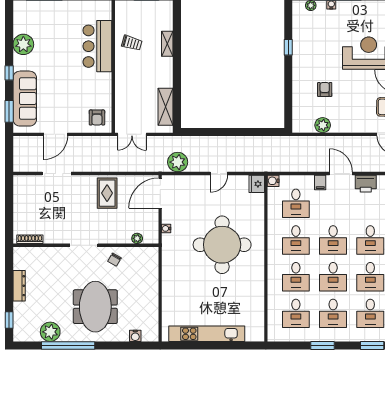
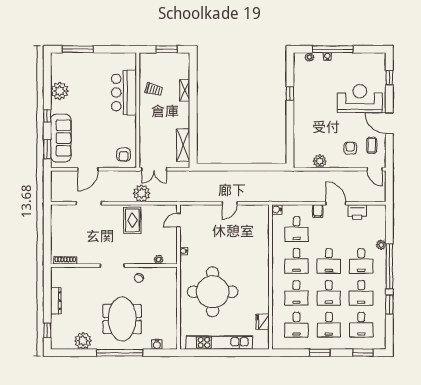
armchair: (325, 89) -> (350, 148), moved
plant: (178, 162) -> (142, 193), moved
fridge: (257, 184) -> (262, 322), moved
door: (160, 193) -> (179, 220), width x0.53
round table: (222, 245) -> (213, 292), moved
window: (68, 345) -> (120, 353), moved

